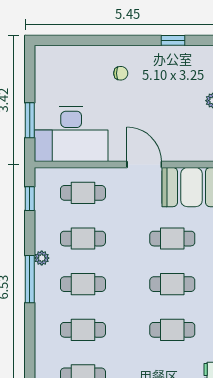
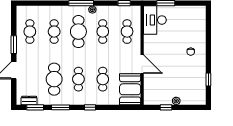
desk: (71, 134) -> (155, 20), width x0.73, depth x0.77
door: (144, 165) -> (142, 64), hinge flipped
cafe table: (83, 284) -> (78, 32), width x1.37, depth x1.35
cafe table: (172, 330) -> (54, 79), width x1.37, depth x1.35

